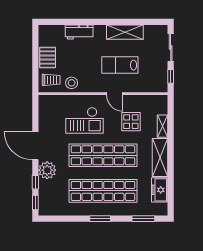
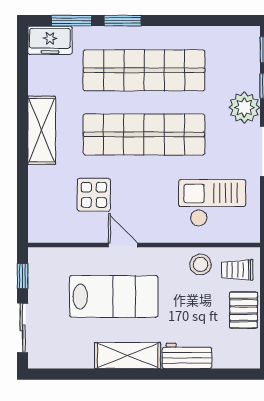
shelving: (125, 32) -> (128, 356), moved
lab bench: (120, 65) -> (114, 296), width x1.36, depth x1.39
checkout: (85, 120) -> (212, 203), moved
shelving: (162, 126) -> (37, 187), removed
freezer: (160, 190) -> (50, 40), moved, turned 90
window: (100, 219) -> (123, 21), moved

